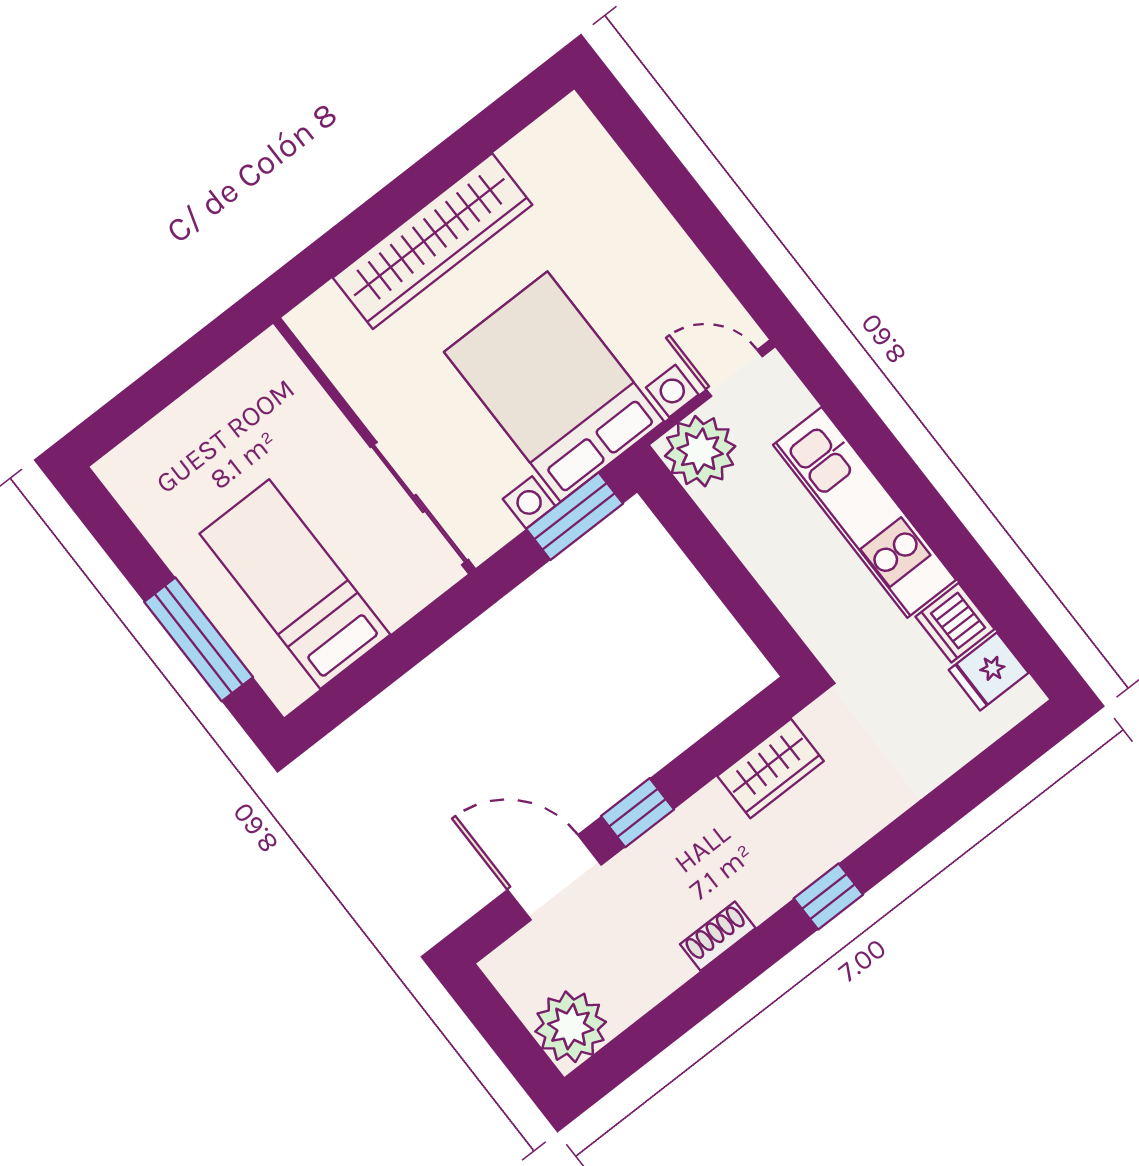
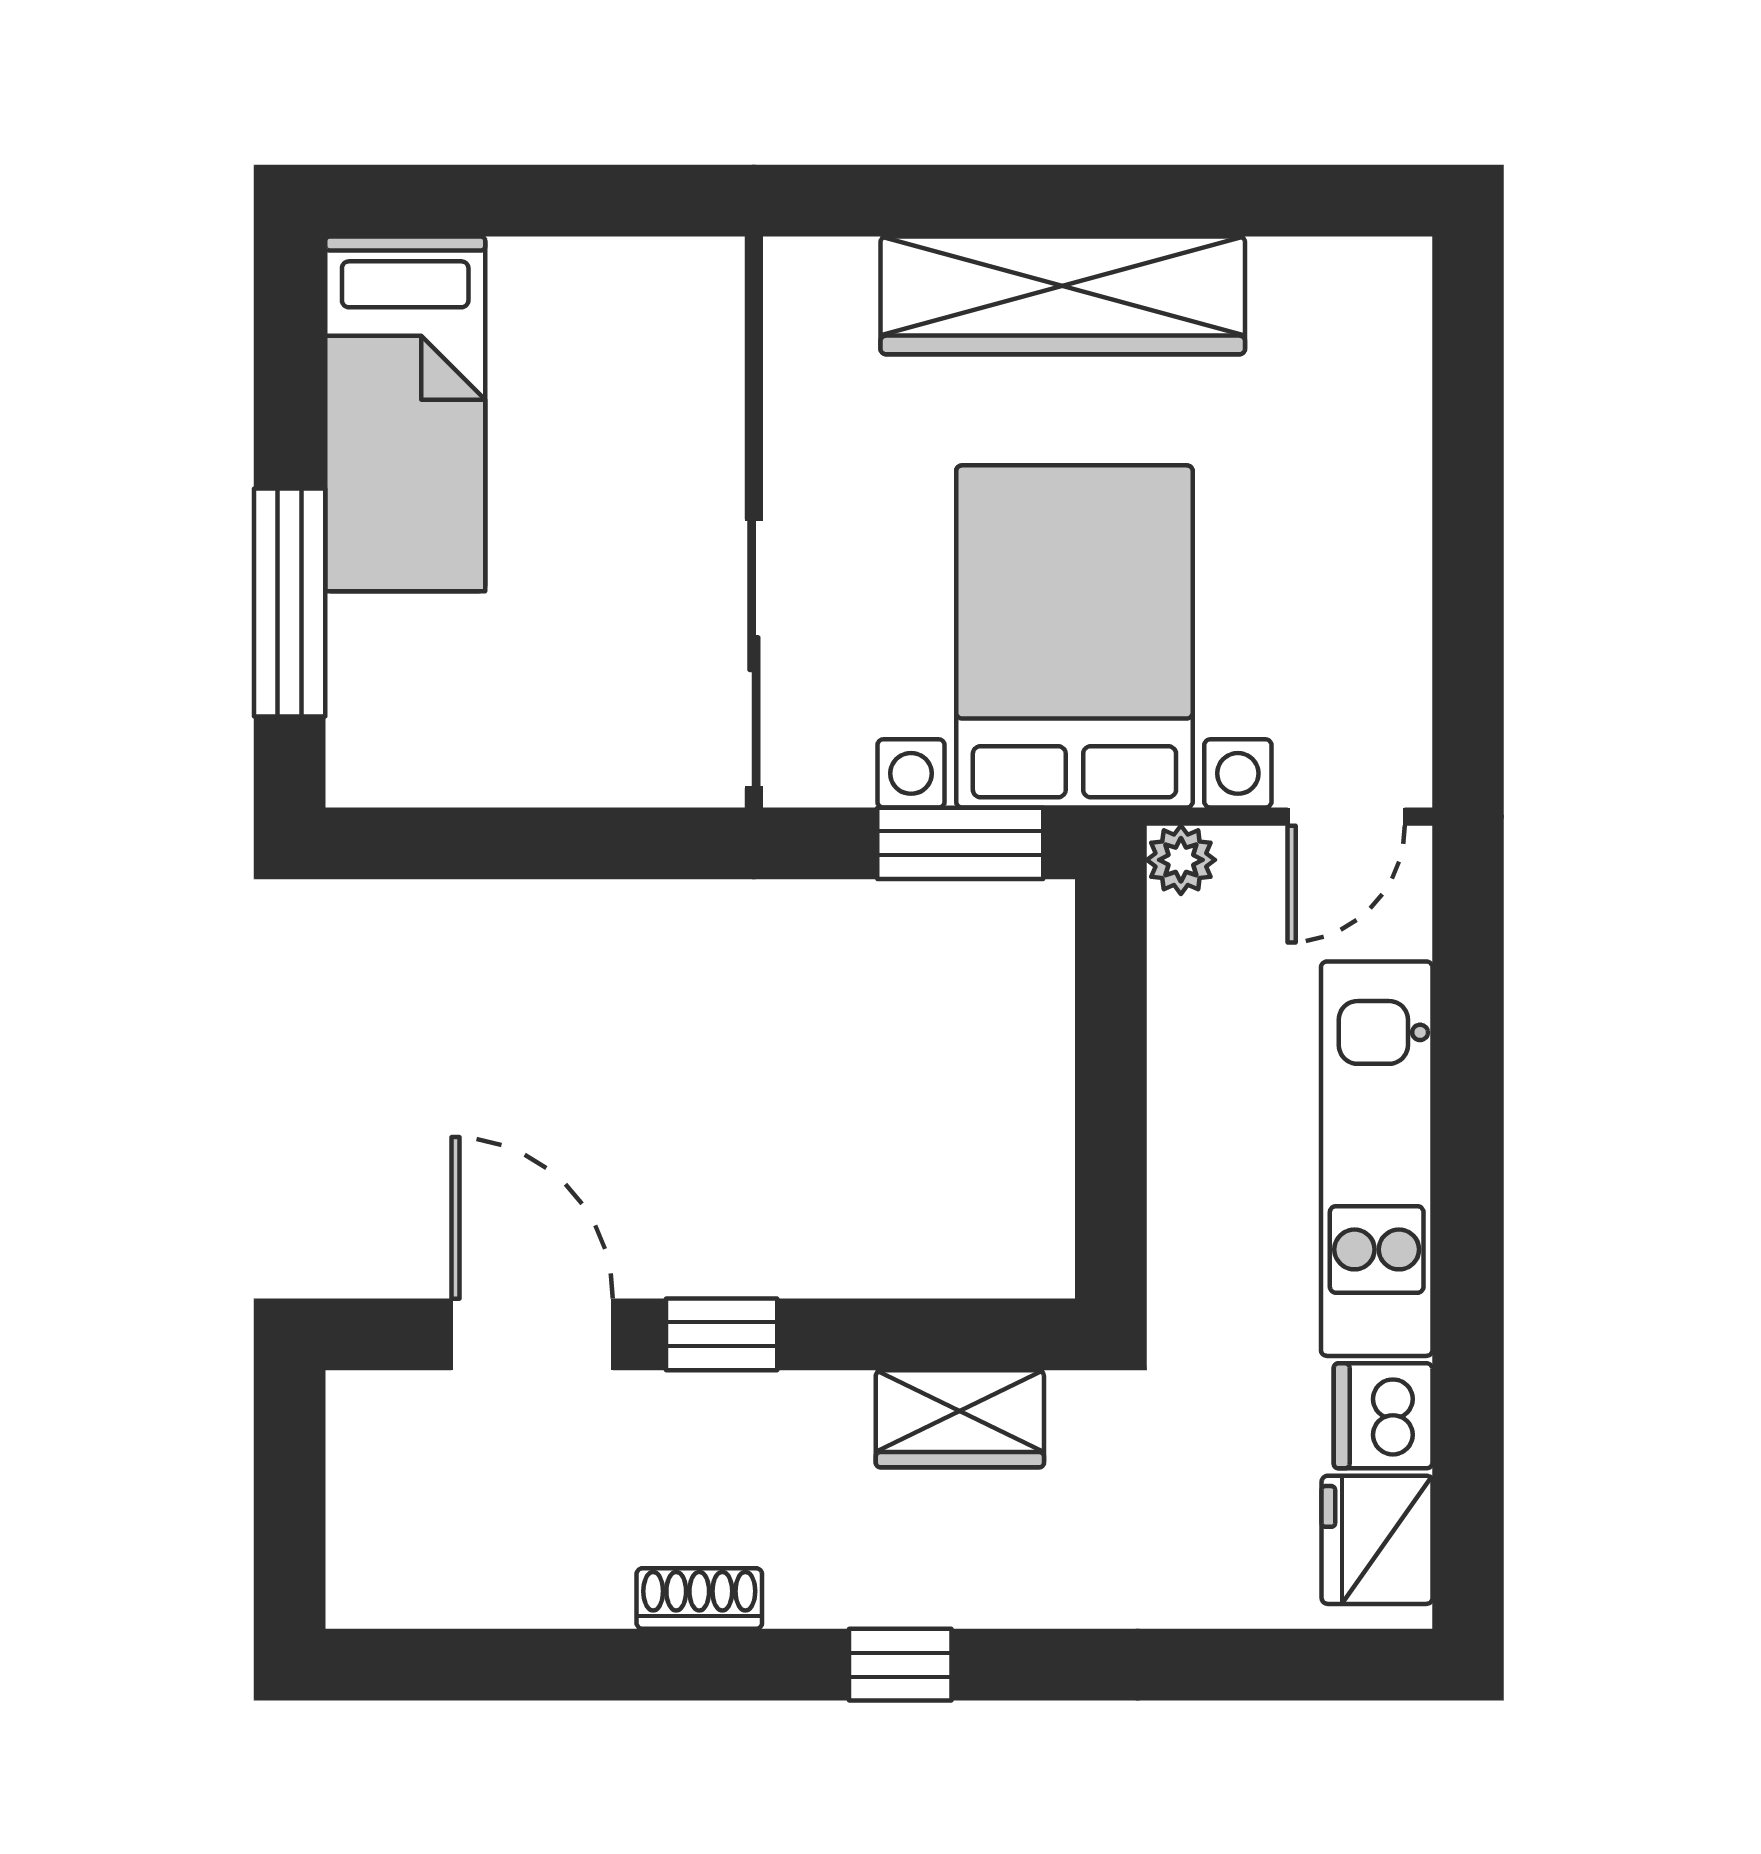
door: (734, 373) -> (1346, 817), swing flipped
plant: (700, 451) -> (1181, 860), width x0.53, depth x0.53
bed: (295, 584) -> (405, 414), moved, turned 180
fridge: (989, 671) -> (1377, 1540), width x1.38
plant: (571, 1027) -> (390, 1564), removed

